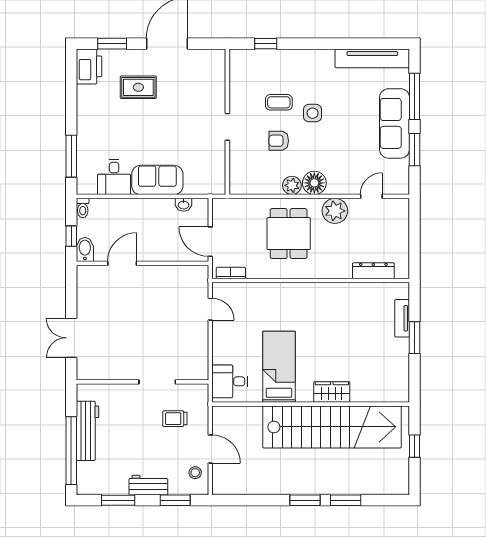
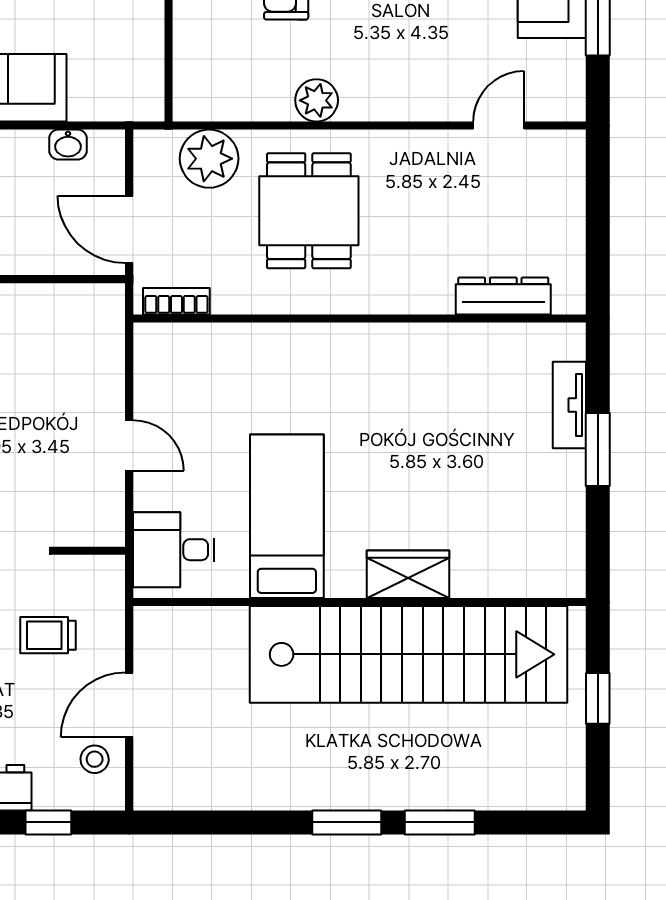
floor lamp: (314, 183) -> (368, 95), removed
plant: (335, 211) -> (209, 159), moved
door: (210, 309) -> (129, 445), moved
door: (210, 449) -> (129, 705), swing flipped
window: (175, 500) -> (48, 822), width x0.67

